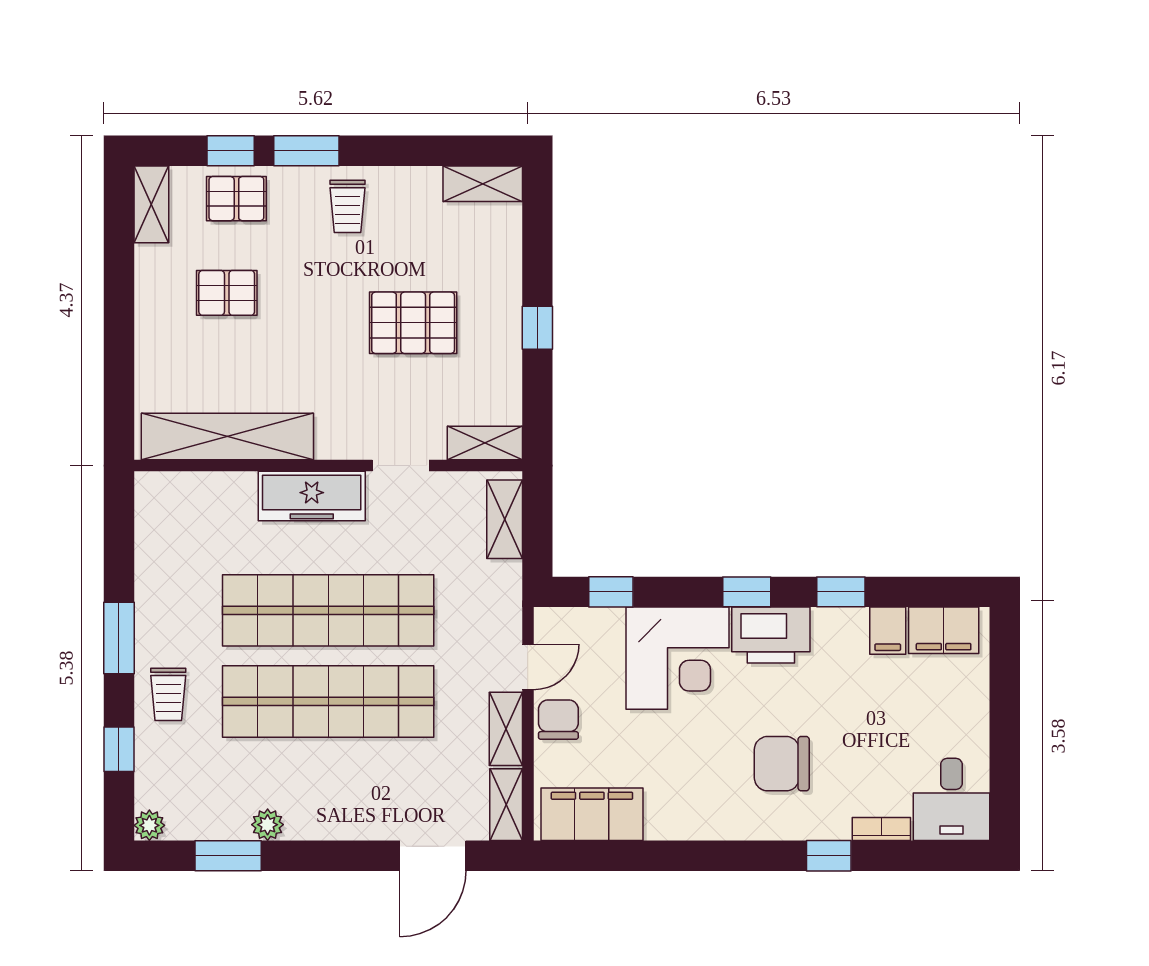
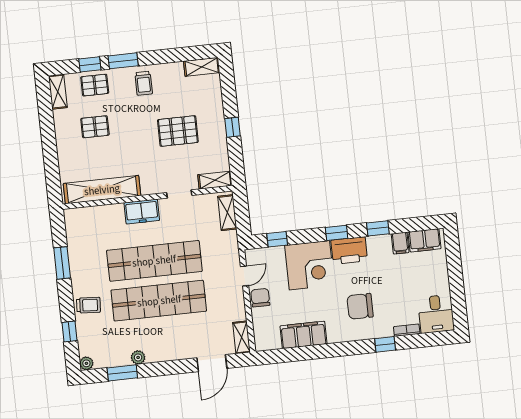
freezer: (312, 496) -> (142, 212), width x0.71
window: (119, 638) -> (62, 263), moved
trolley: (168, 694) -> (88, 305), turned -86
shelving: (506, 729) -> (238, 304), removed
filing cabinet: (592, 814) -> (304, 335), moved

